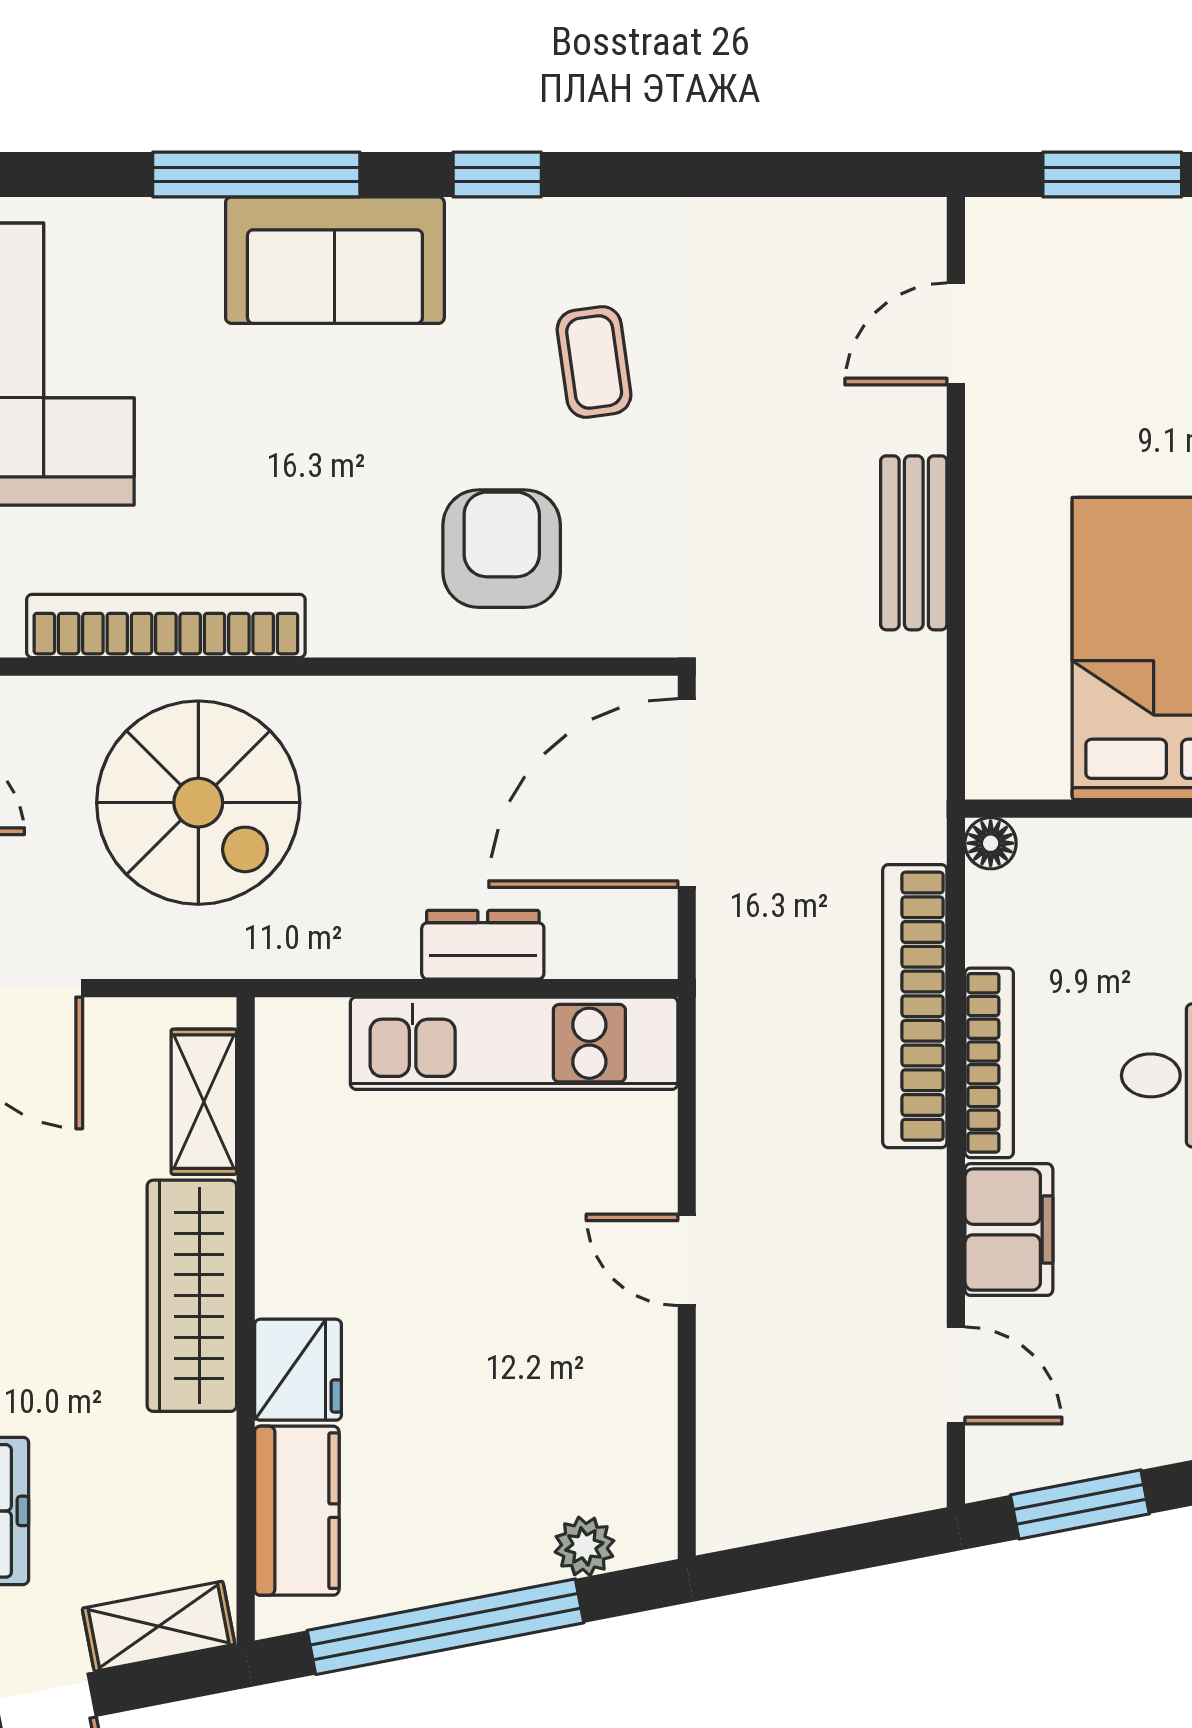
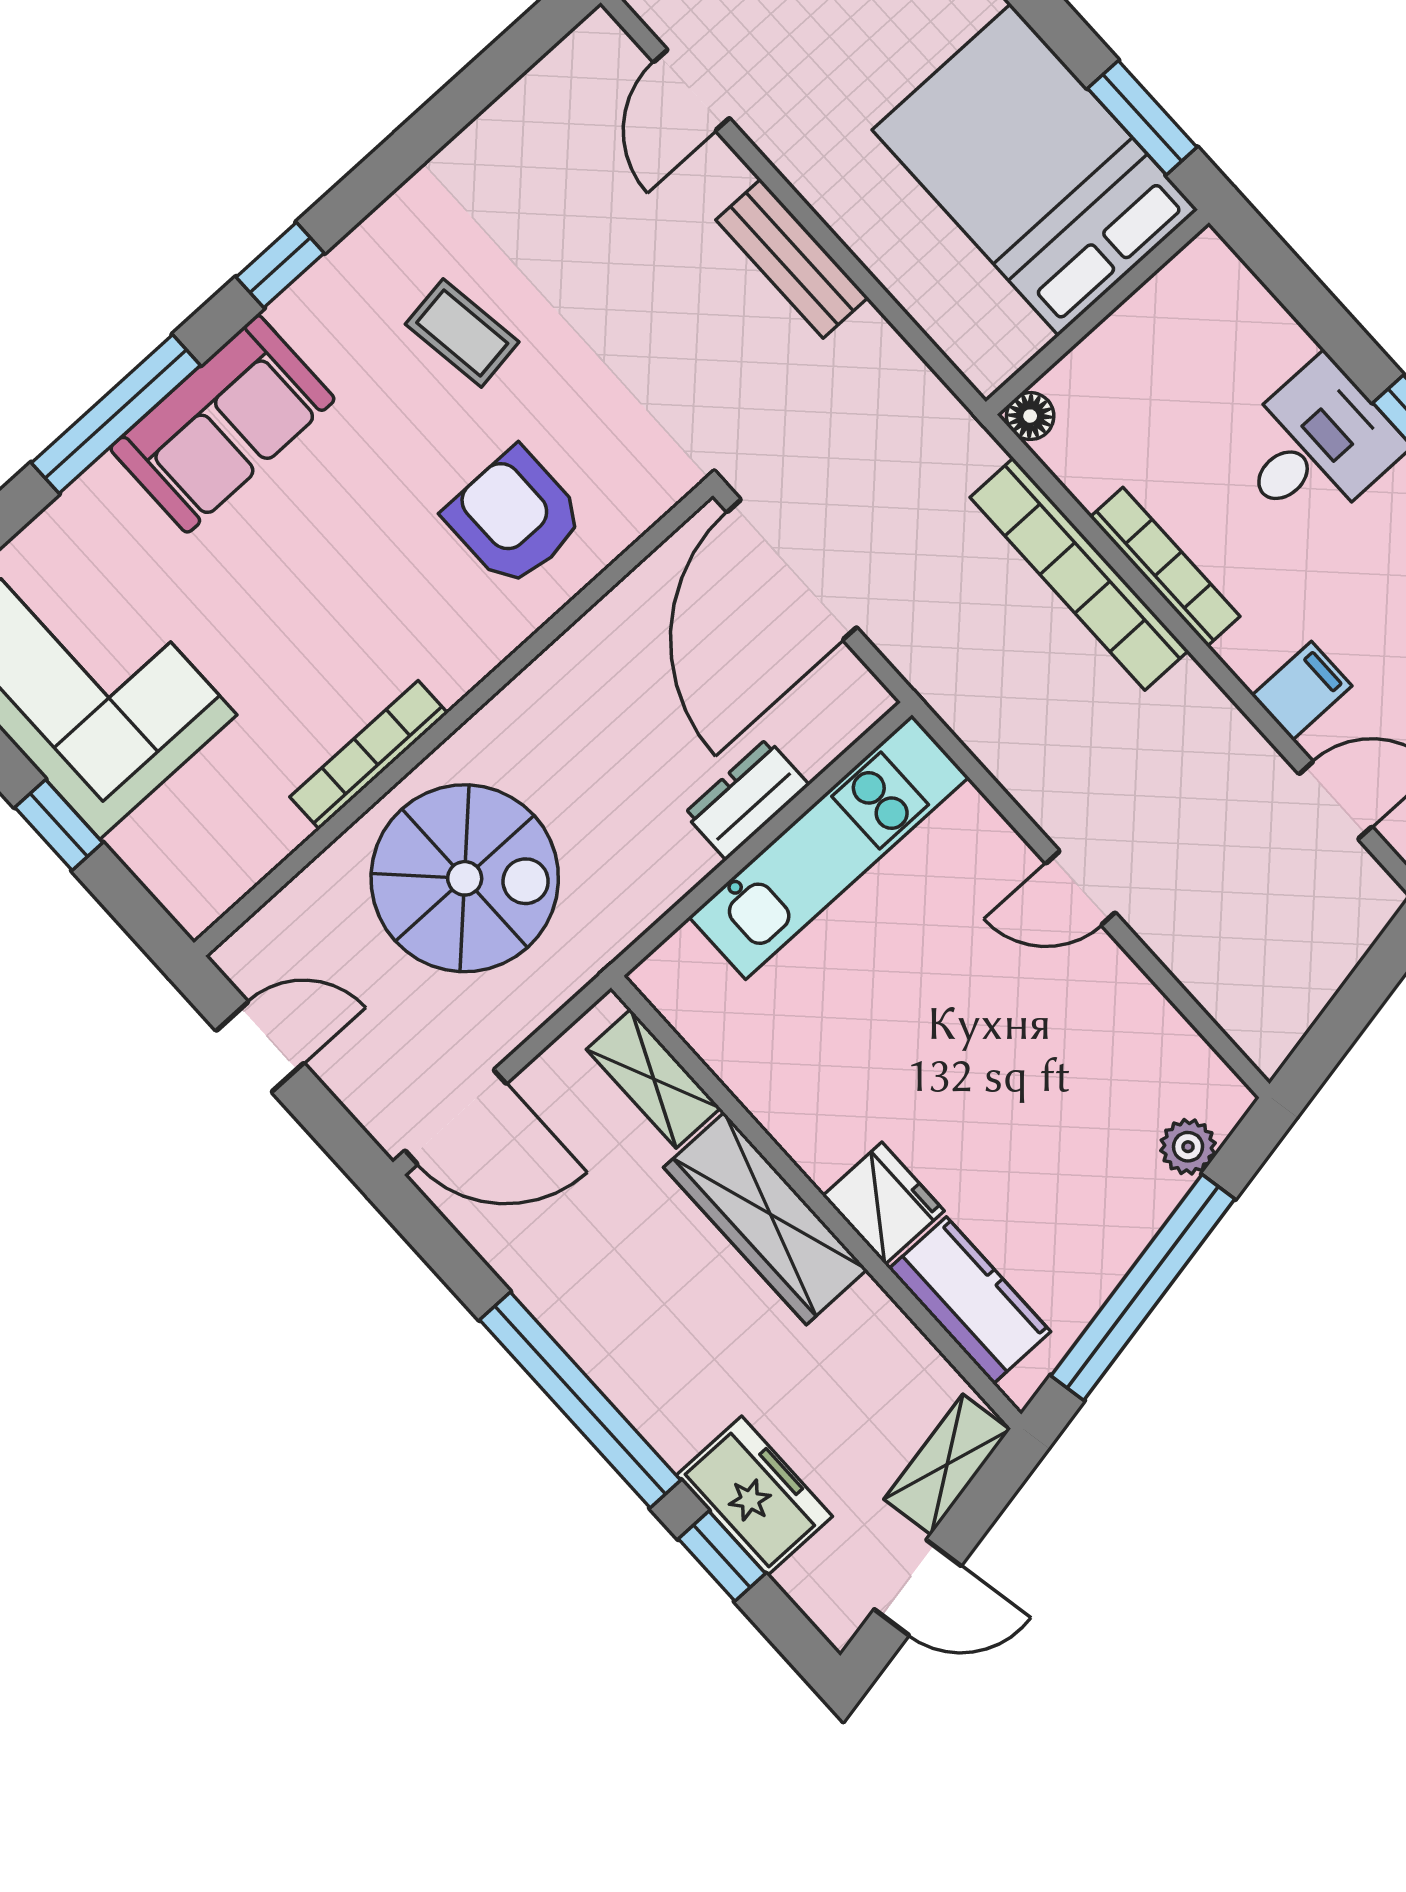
bookcase: (166, 626) -> (369, 755), width x0.68, depth x0.76
filing cabinet: (1009, 1230) -> (1302, 691), width x0.50

